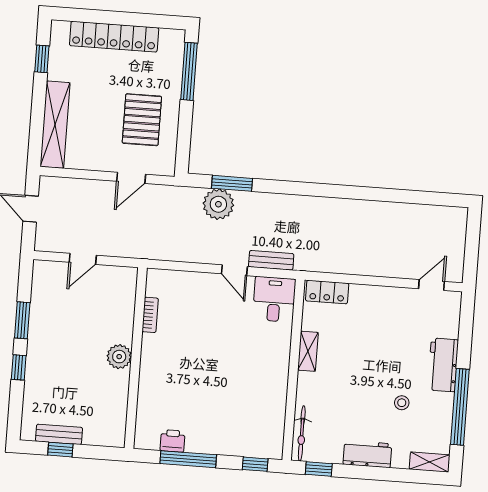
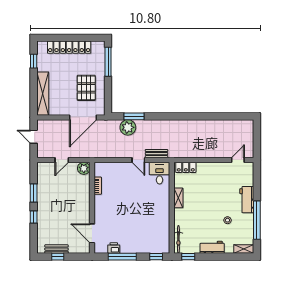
door: (131, 178) -> (83, 117), width x1.87
plant: (119, 357) -> (84, 168), moved
door: (132, 409) -> (92, 233), added

